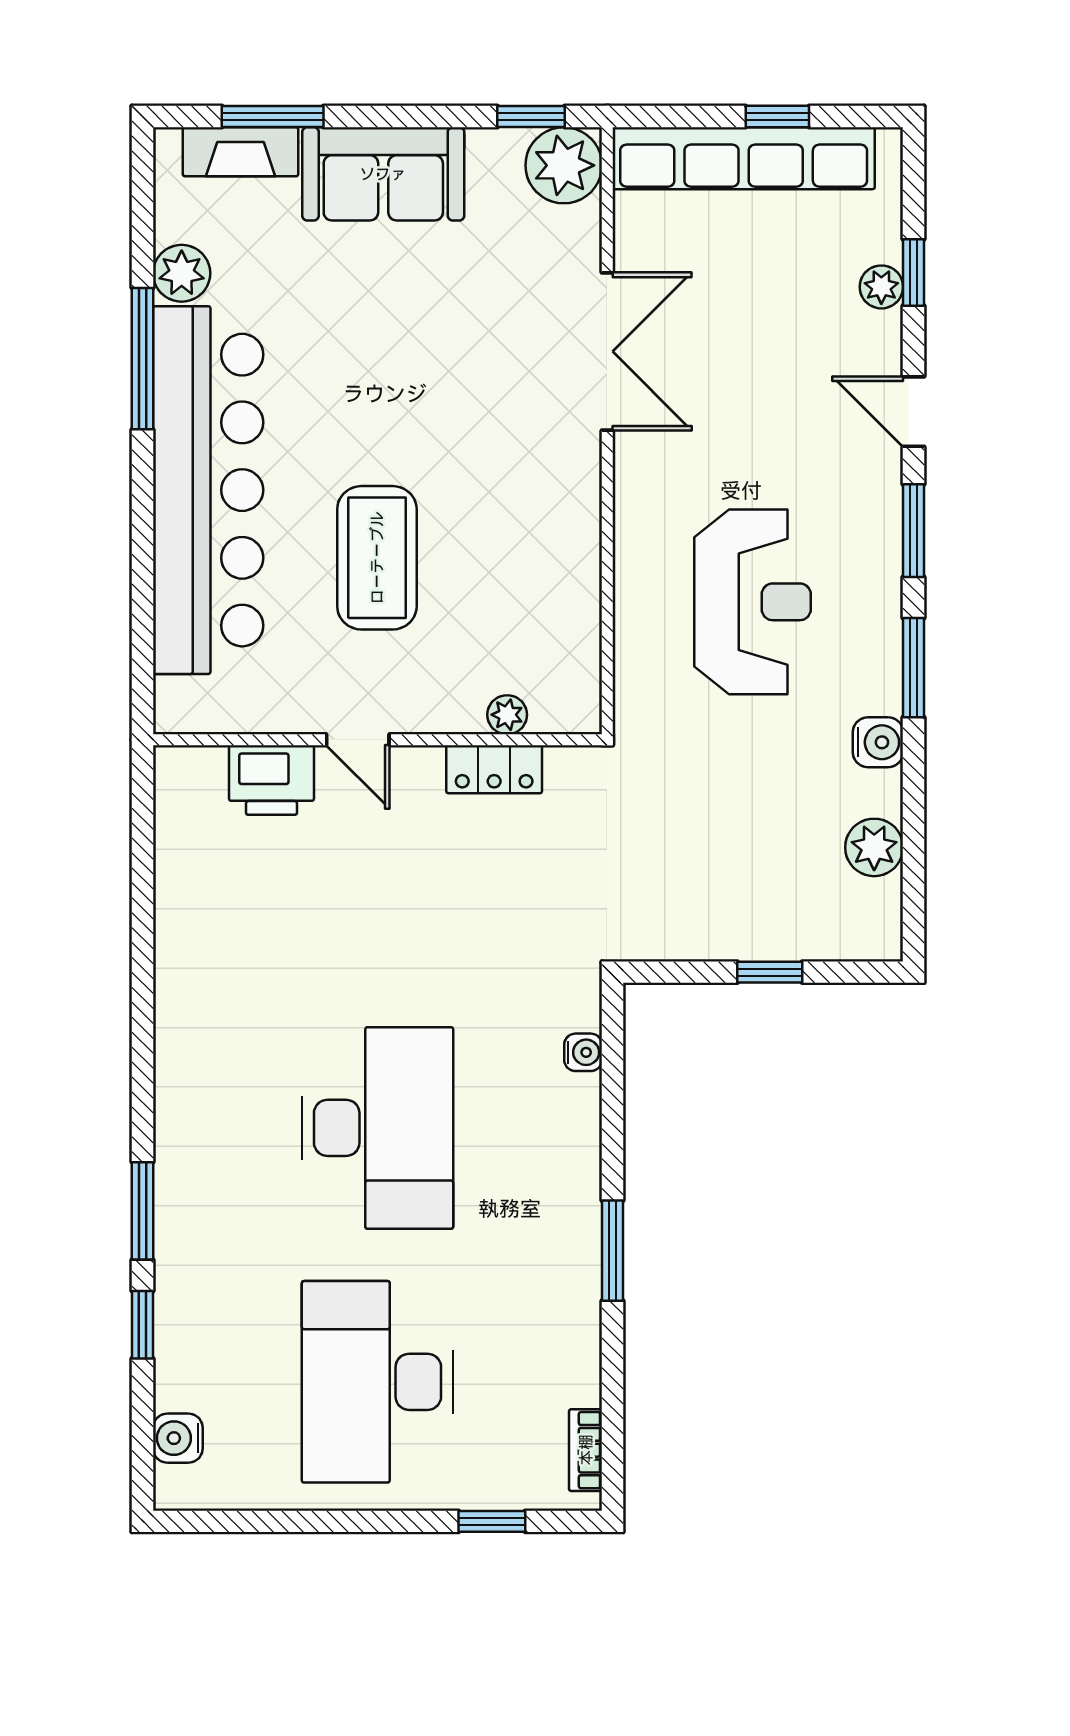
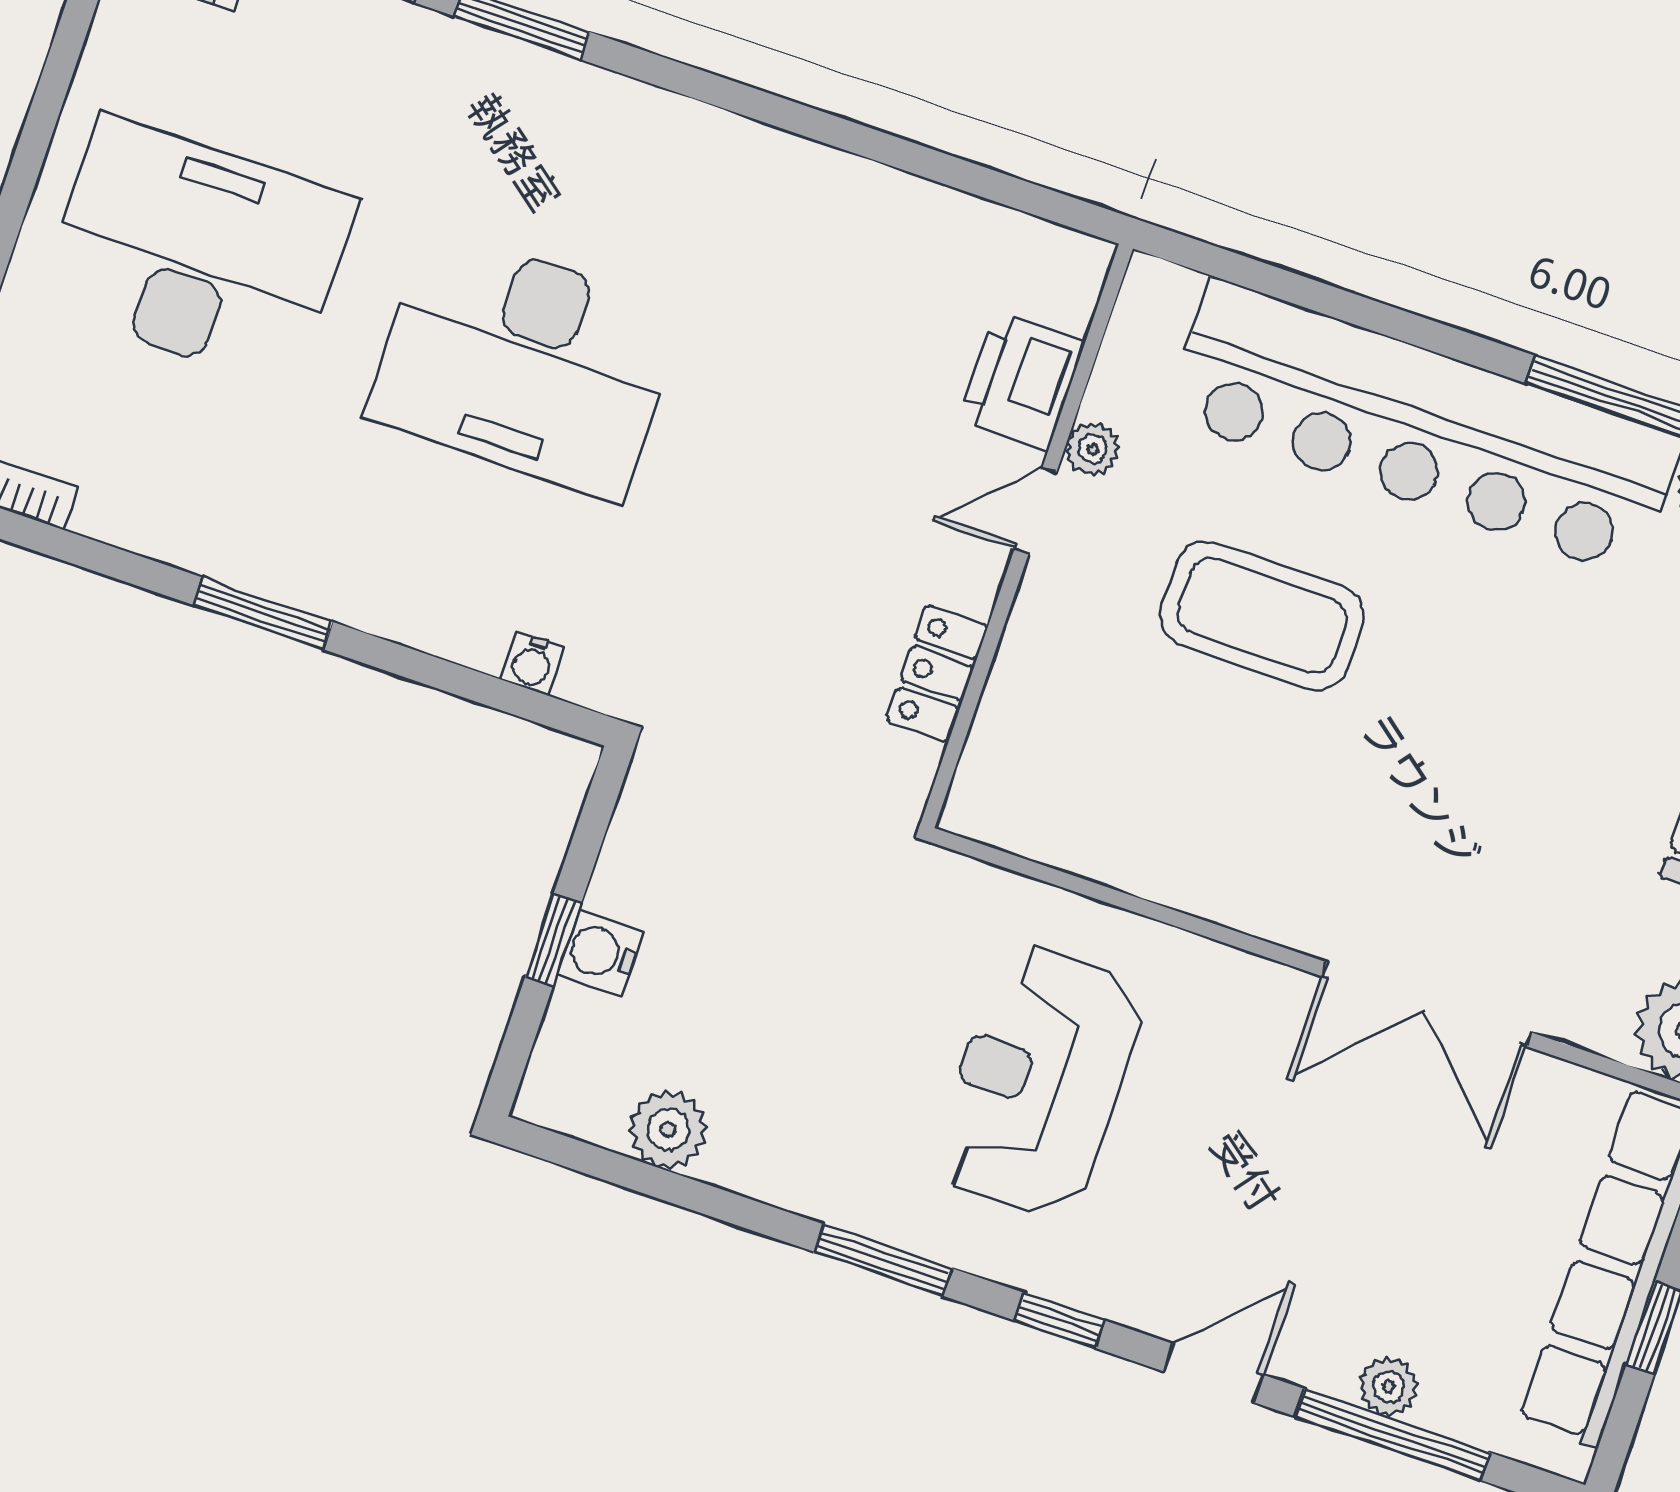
window: (914, 273) -> (1393, 1435), width x2.17
window: (914, 531) -> (1060, 1320), width x0.67
reception desk: (752, 602) -> (1039, 1081), turned 90
plant: (507, 715) -> (1093, 449), moved
water cooler: (878, 742) -> (600, 953), moved, turned 90

